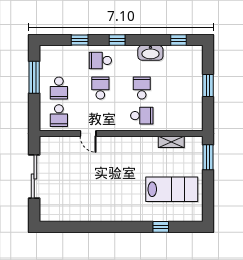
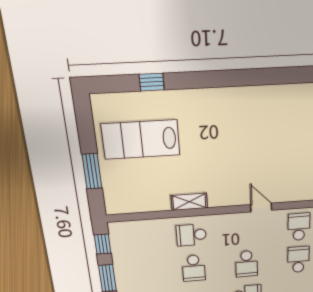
window: (208, 114) -> (103, 244), added
shelving: (171, 142) -> (189, 202), moved
window: (208, 157) -> (92, 171), moved

